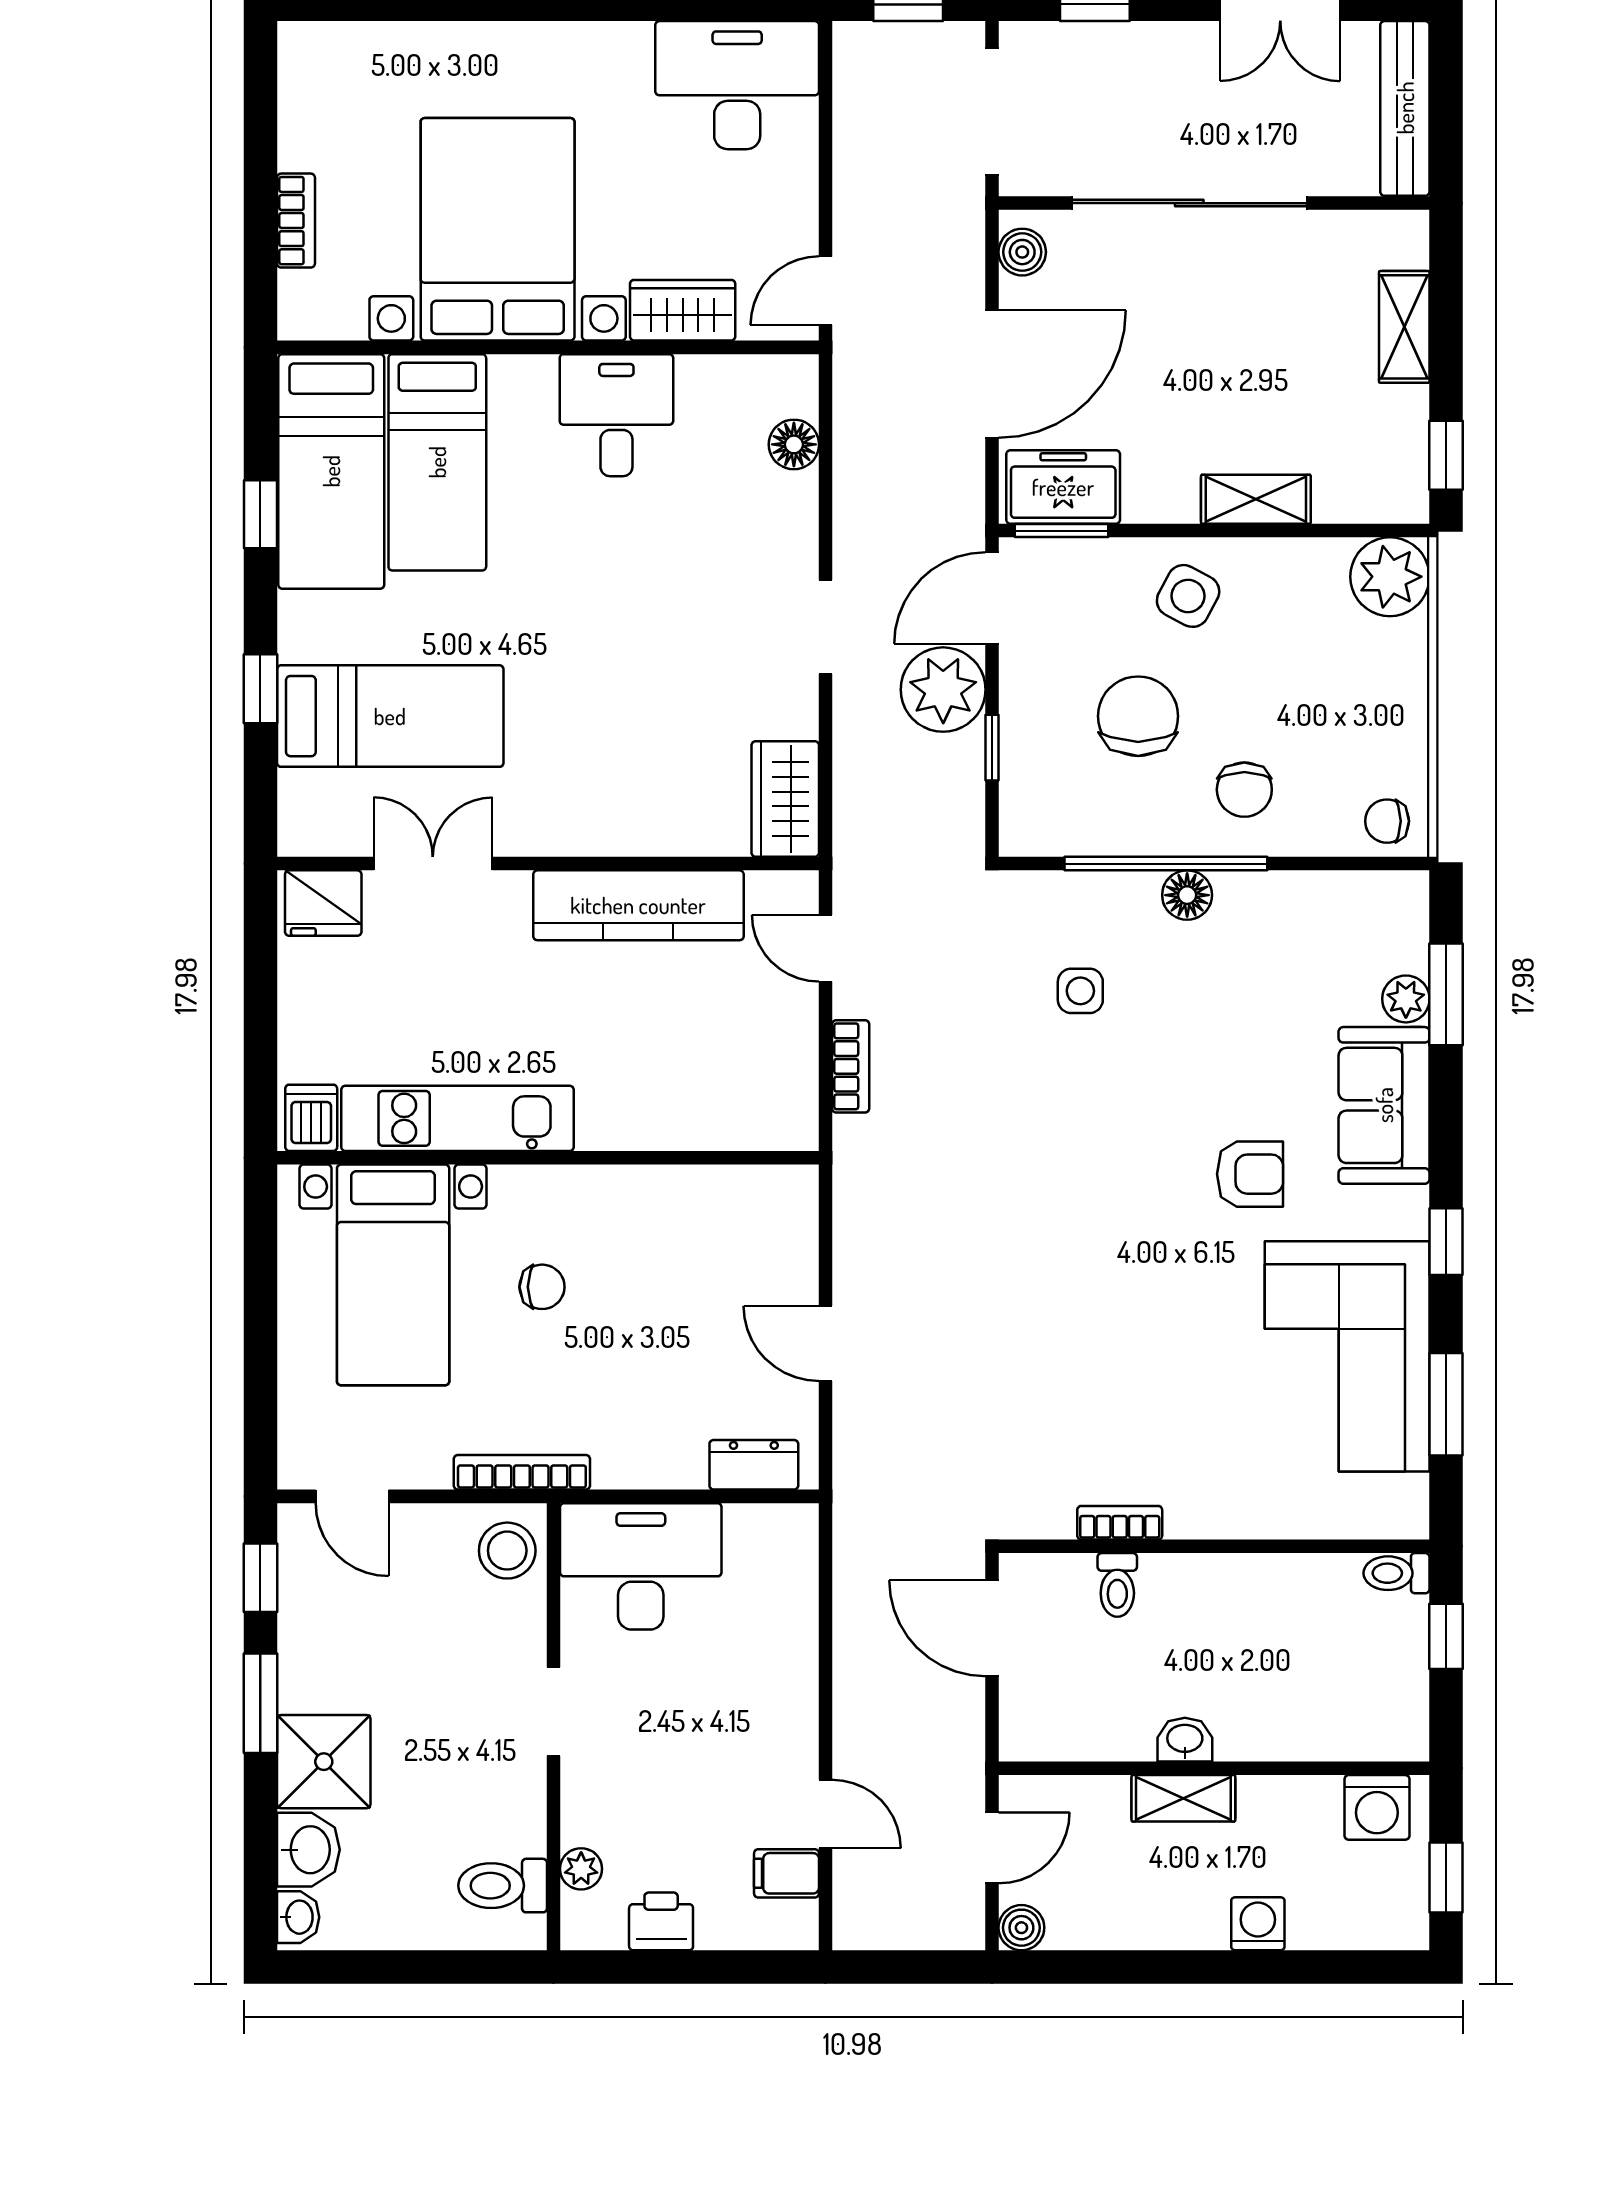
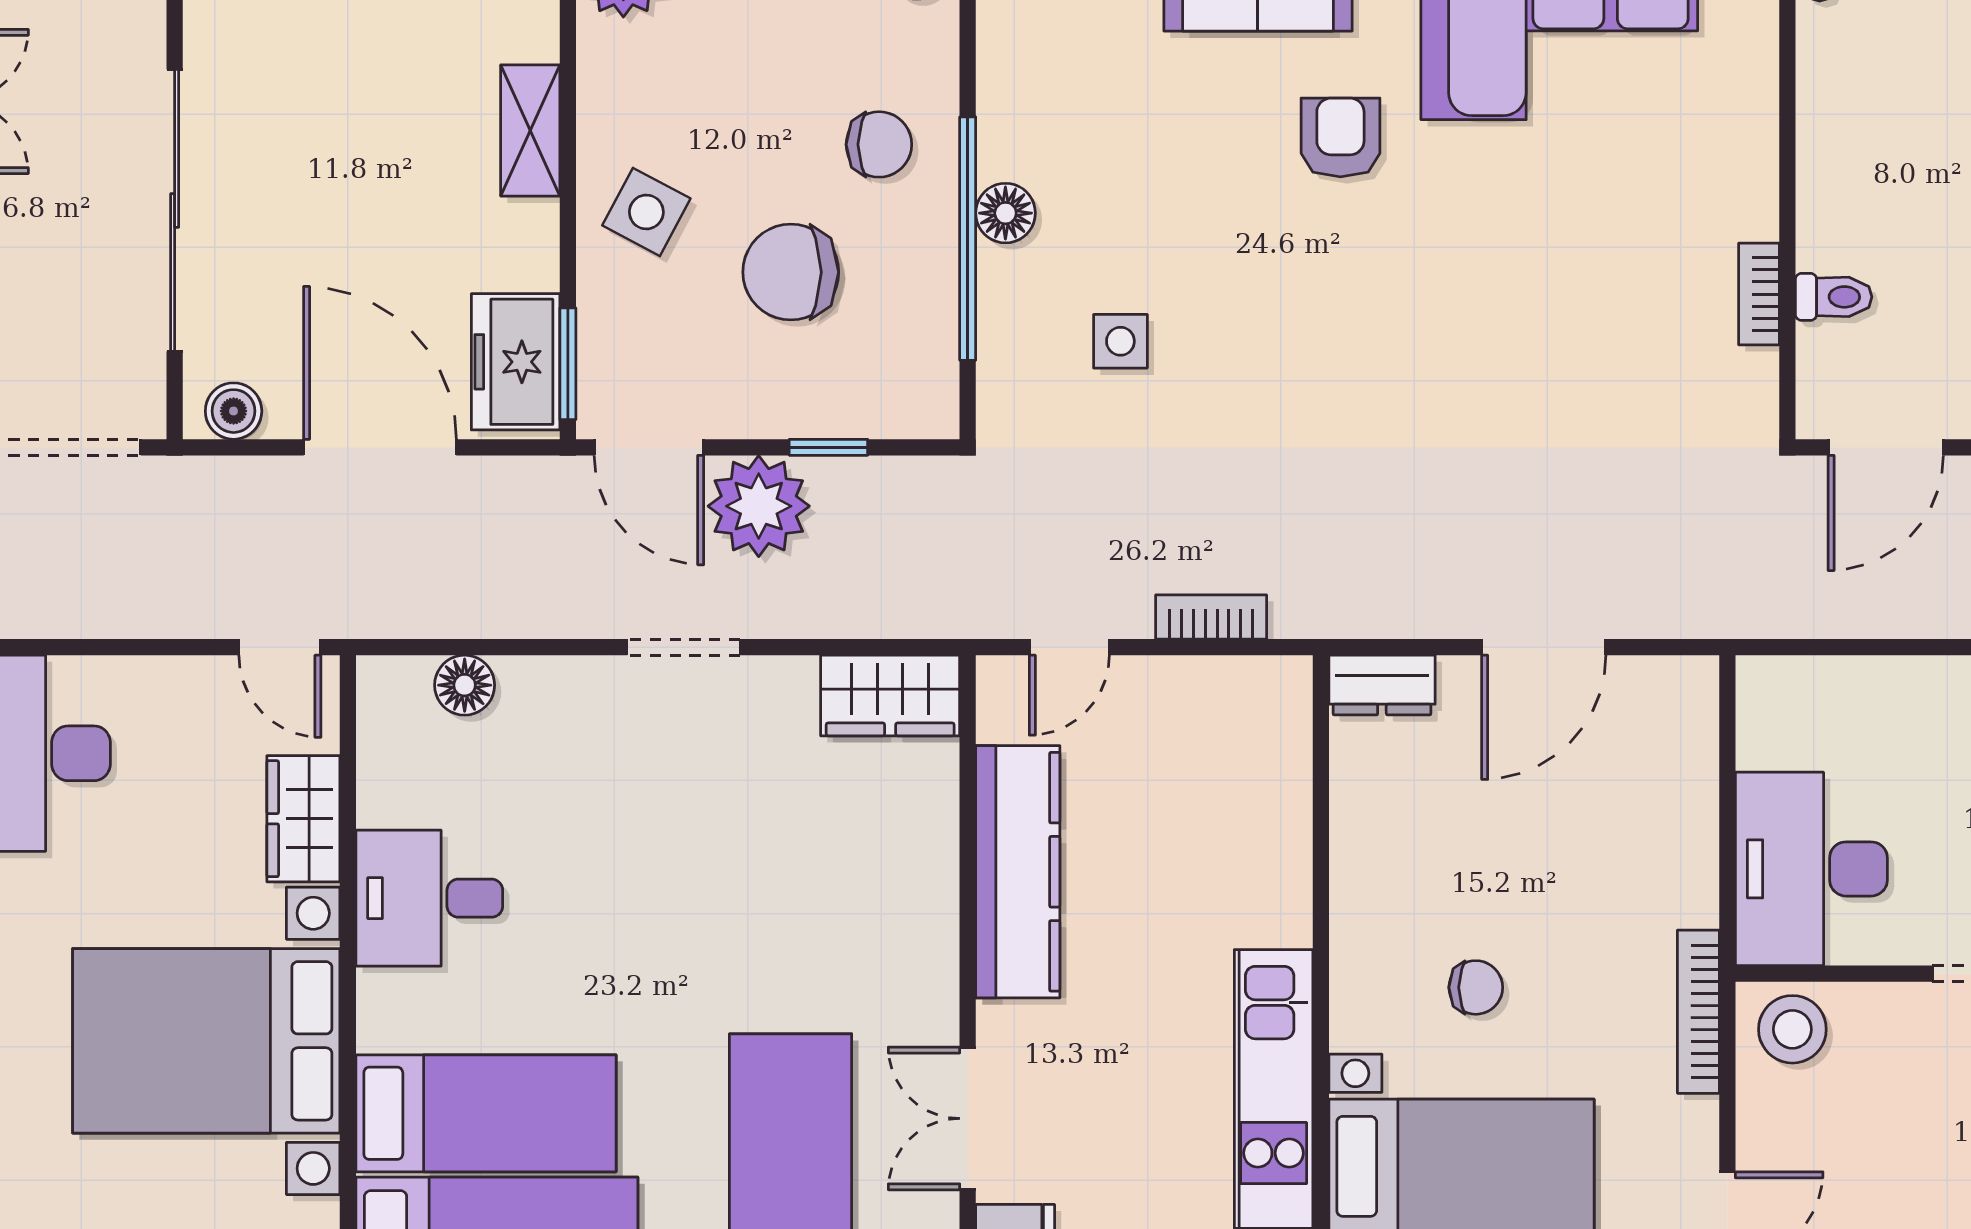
chair: (542, 1287) -> (1476, 987), turned 90
door: (826, 1343) -> (1544, 647), width x1.38
dresser: (754, 1465) -> (1382, 685), moved, turned -90

